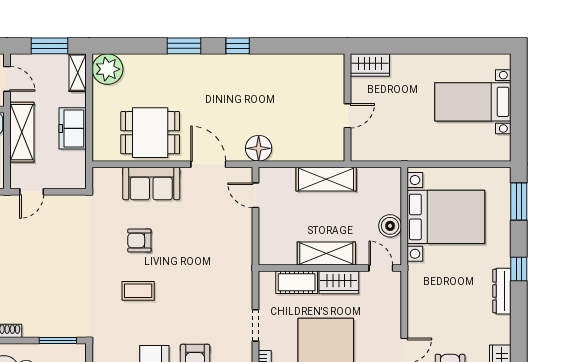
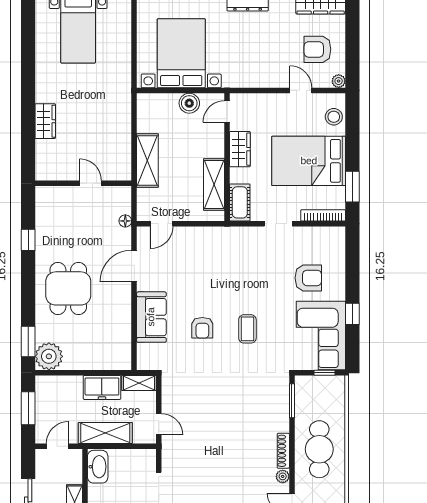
window: (184, 46) -> (28, 342), moved
shelving: (78, 73) -> (139, 383), moved
wall: (348, 108) -> (83, 183), moved
door: (348, 116) -> (91, 183), moved
dining table: (150, 133) -> (68, 288), moved
floor lamp: (259, 148) -> (125, 221), width x0.53, depth x0.53
shelving: (326, 254) -> (214, 185), moved
cot: (297, 282) -> (240, 202), moved

